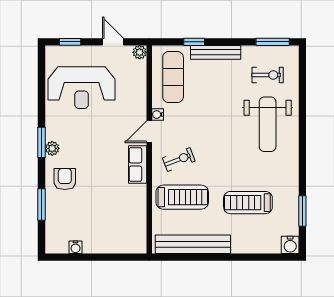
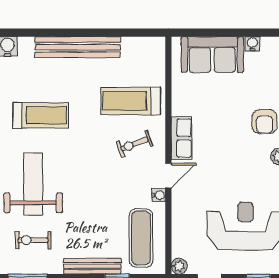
treadmill: (248, 203) -> (41, 115), moved
sofa: (111, 238) -> (212, 54), added
bench: (193, 244) -> (78, 47), moved

